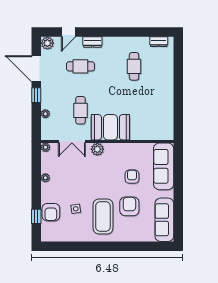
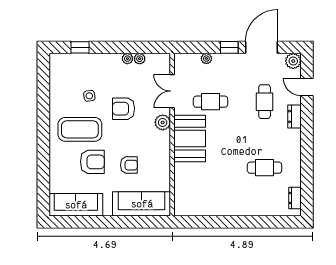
plant: (46, 147) -> (140, 59), moved
armchair: (51, 212) -> (124, 109), moved

